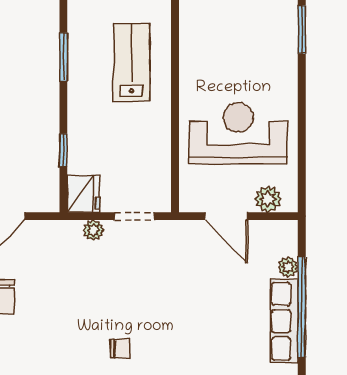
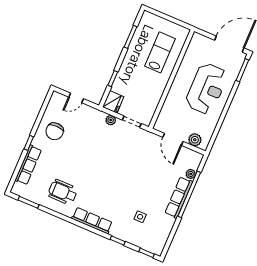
reception desk: (238, 133) -> (207, 89), moved, turned 90
chair: (120, 349) -> (100, 178), removed

